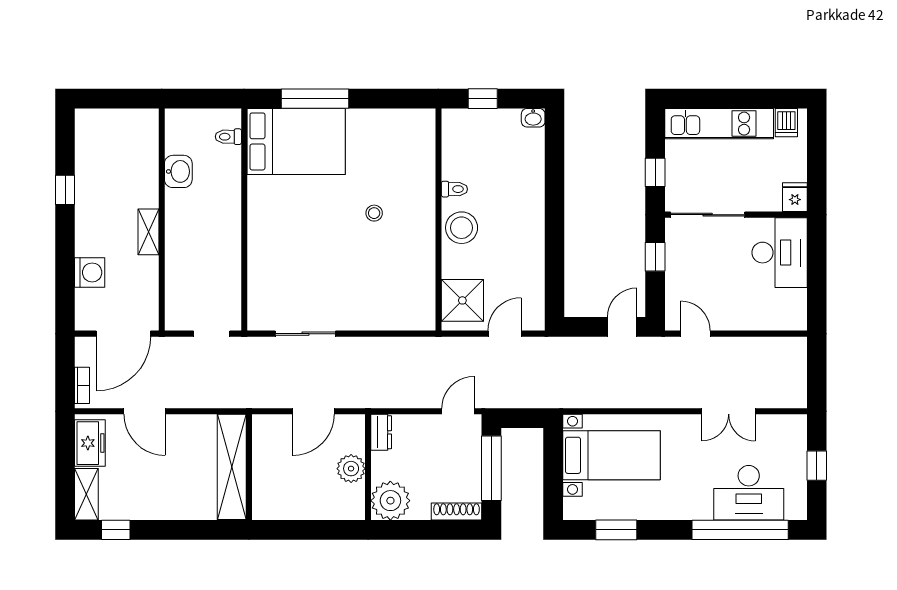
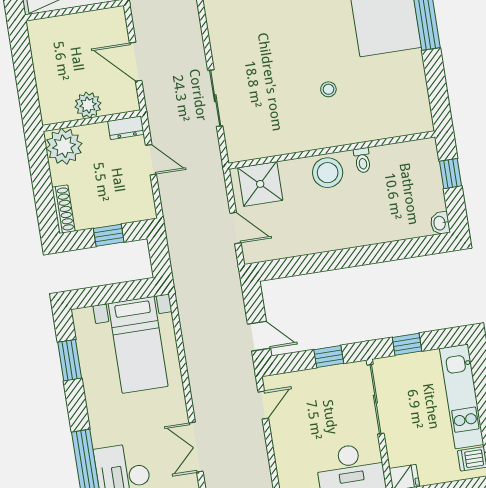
sliding door: (305, 334) -> (215, 98), moved
door: (458, 411) -> (151, 160), moved
window: (491, 468) -> (109, 235), width x0.46

